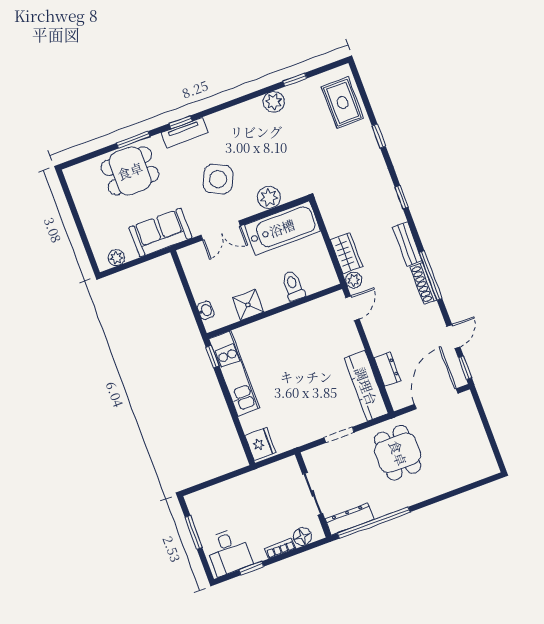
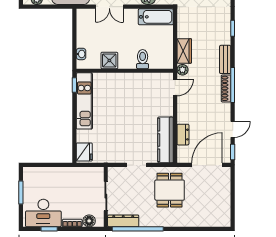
bathtub: (282, 228) -> (156, 17), width x0.73, depth x0.73
desk: (229, 552) -> (43, 213), width x1.37

